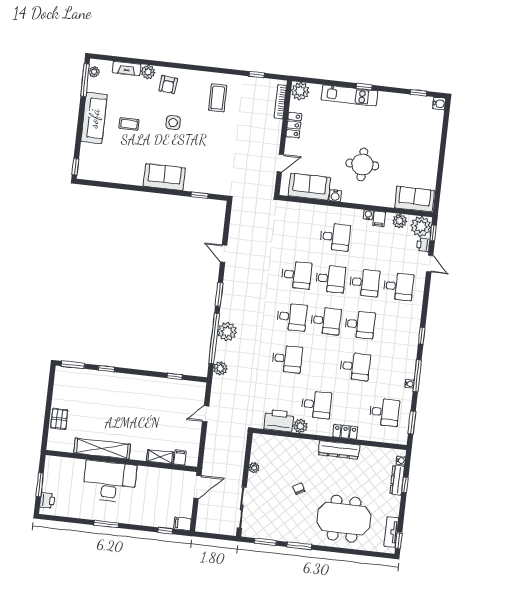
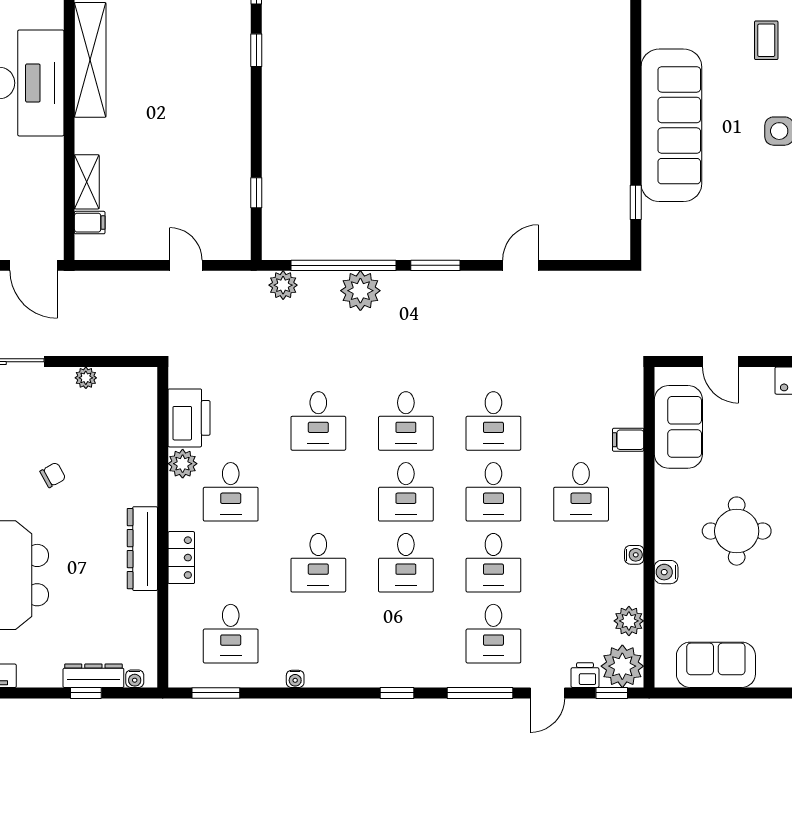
sofa: (164, 177) -> (671, 125), width x1.85, depth x1.27
water cooler: (335, 196) -> (666, 572), moved
sofa: (414, 199) -> (716, 665), moved, turned -90
filing cabinet: (379, 219) -> (628, 440), moved
window: (417, 376) -> (480, 693), moved

